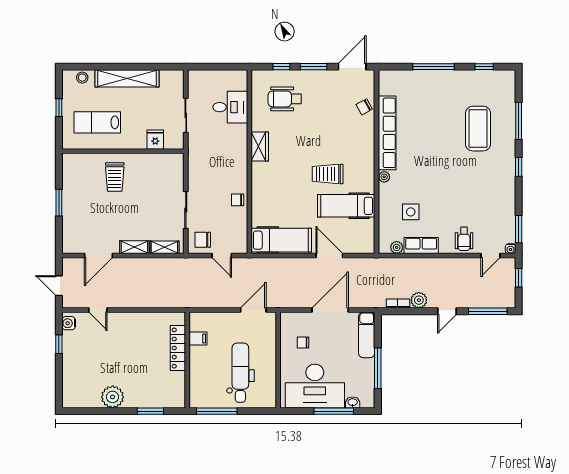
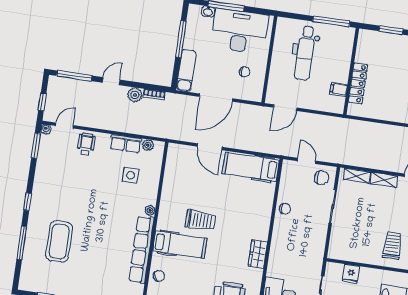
hospital bed: (346, 206) -> (180, 245), moved

